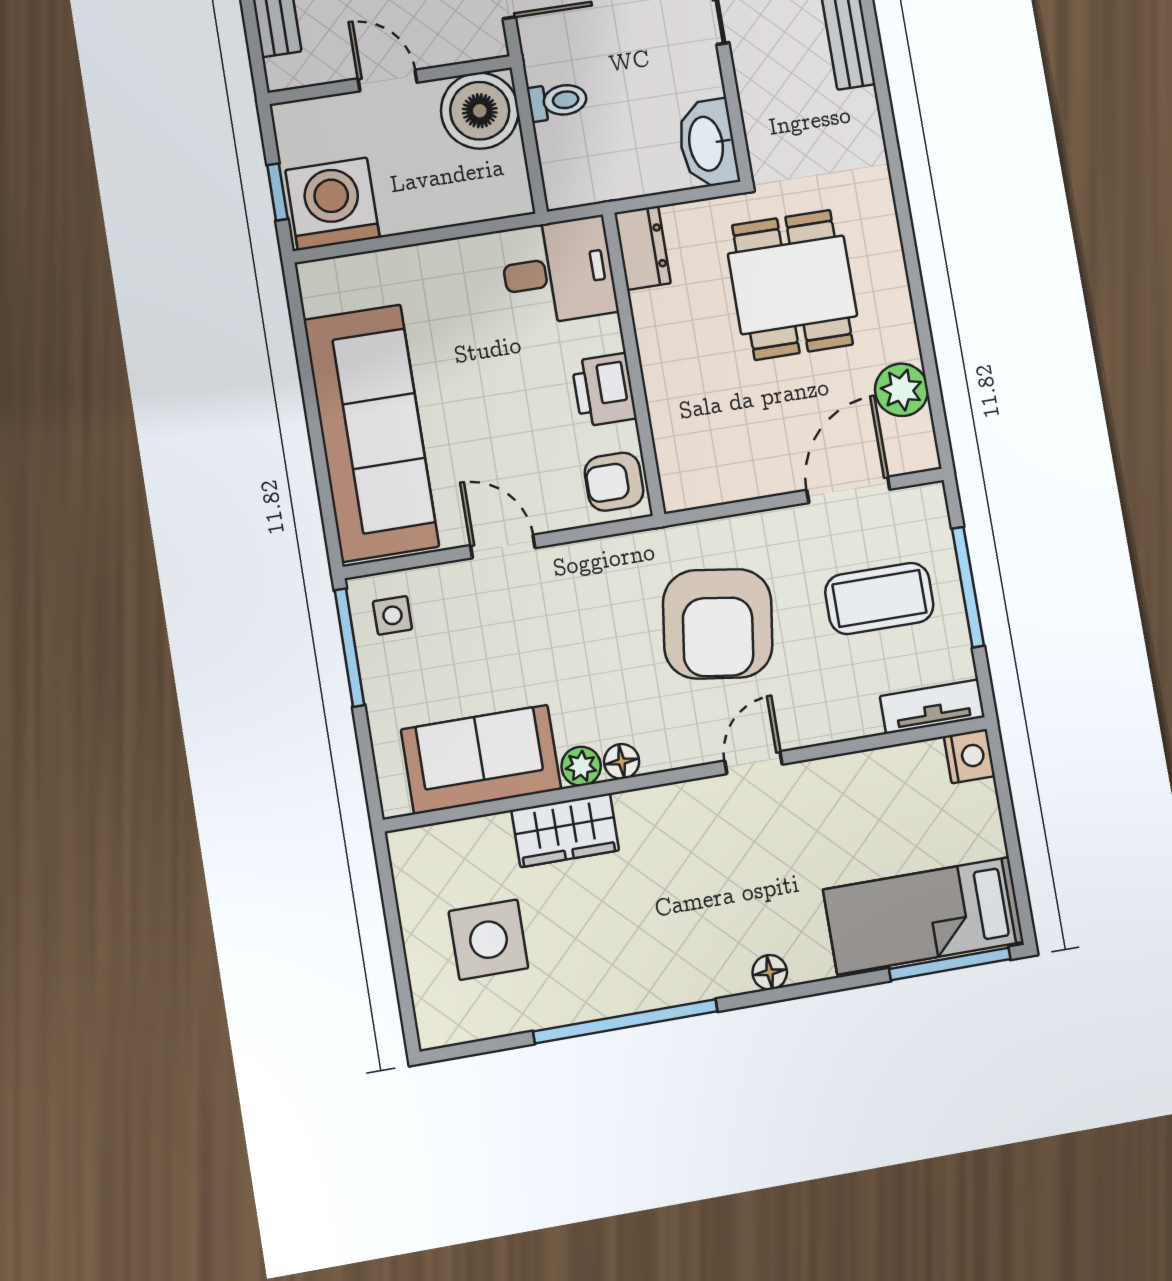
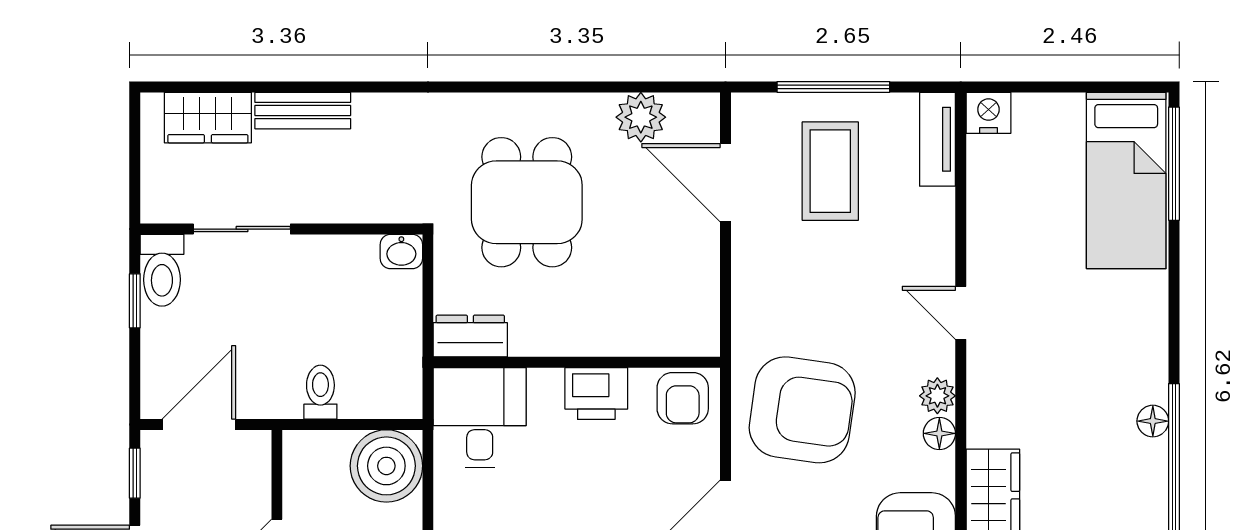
boiler: (480, 111) -> (386, 466), moved
washbasin: (708, 143) -> (401, 252), width x0.52, depth x0.69
dining table: (792, 285) -> (527, 202), turned 90
armchair: (718, 624) -> (802, 410), moved
plant: (581, 766) -> (937, 396), moved
floor lamp: (770, 972) -> (1153, 421), moved

